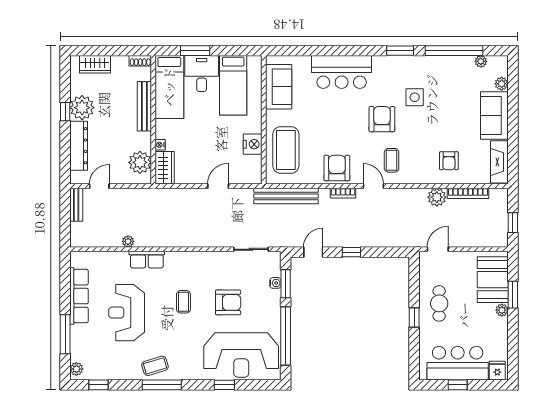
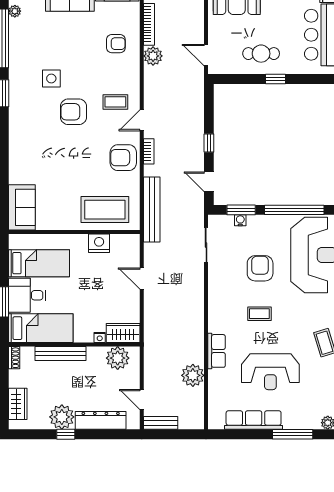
bar counter: (342, 72) -> (26, 153), removed
sofa: (279, 87) -> (22, 207), moved, turned 90
plant: (128, 241) -> (193, 375), width x1.87, depth x1.87

